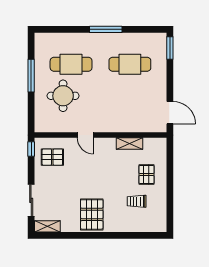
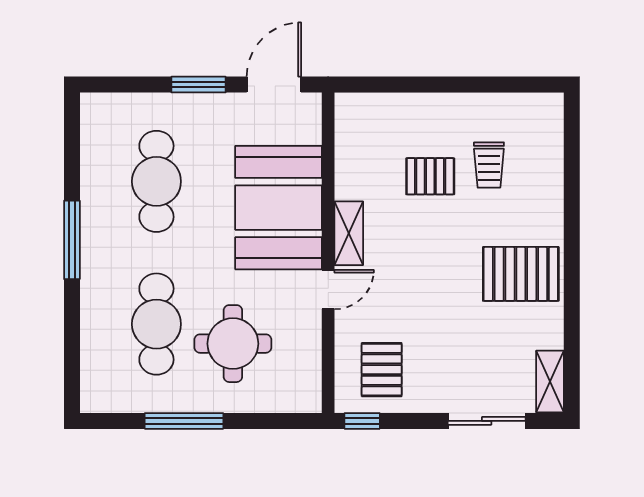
window: (170, 48) -> (198, 85), moved
booth: (119, 115) -> (279, 208), added
shelving: (130, 144) -> (349, 233), moved
pallet: (146, 175) -> (430, 176), moved

